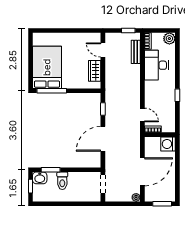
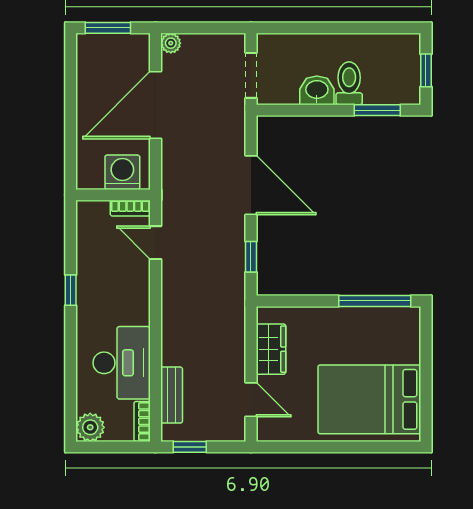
bed: (47, 67) -> (369, 399), moved, turned 90
door: (103, 139) -> (251, 185), hinge flipped
washing machine: (168, 144) -> (122, 172), moved, turned -90
washbasin: (40, 178) -> (317, 90), moved

